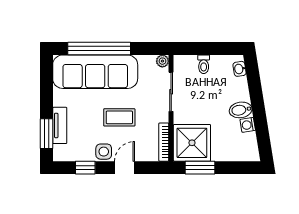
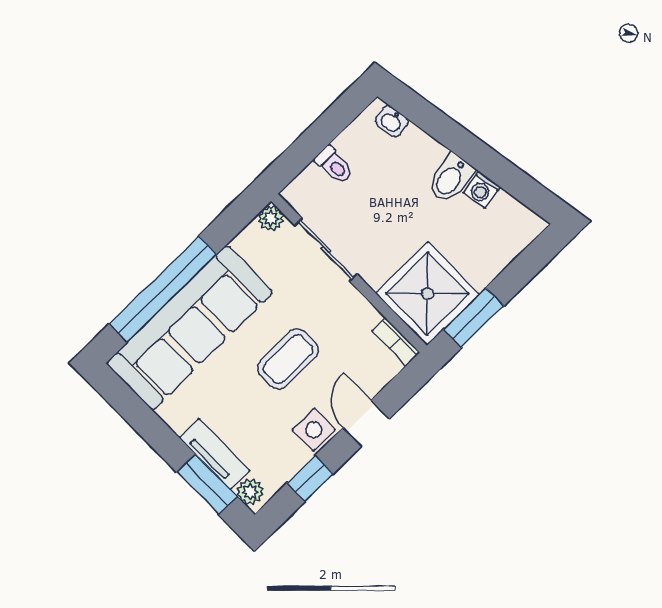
bookcase: (164, 142) -> (396, 342), width x0.64
plant: (59, 151) -> (250, 492), added

